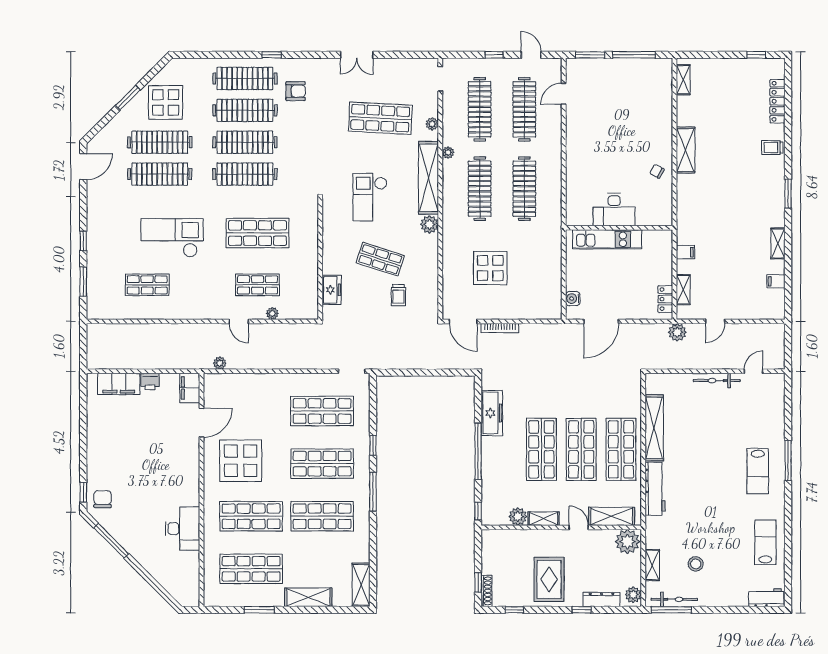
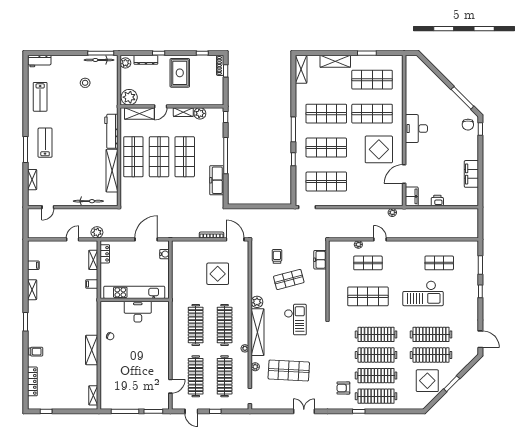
door: (83, 167) -> (480, 339), swing flipped
kitchen unit: (607, 239) -> (134, 292), width x1.36
shop shelf: (380, 259) -> (289, 279), turned -33
bicycle: (717, 381) -> (88, 201), moved
filing cabinet: (119, 384) -> (471, 174), moved, turned -90
door: (579, 527) -> (161, 106), hinge flipped
desk: (183, 529) -> (416, 129), moved
shelving: (652, 565) -> (32, 180), moved

